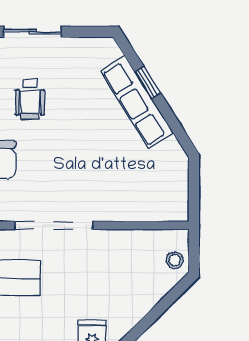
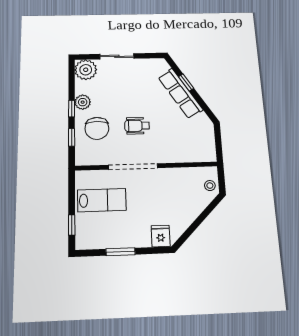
wheelchair: (30, 99) -> (137, 126), moved, turned 90

